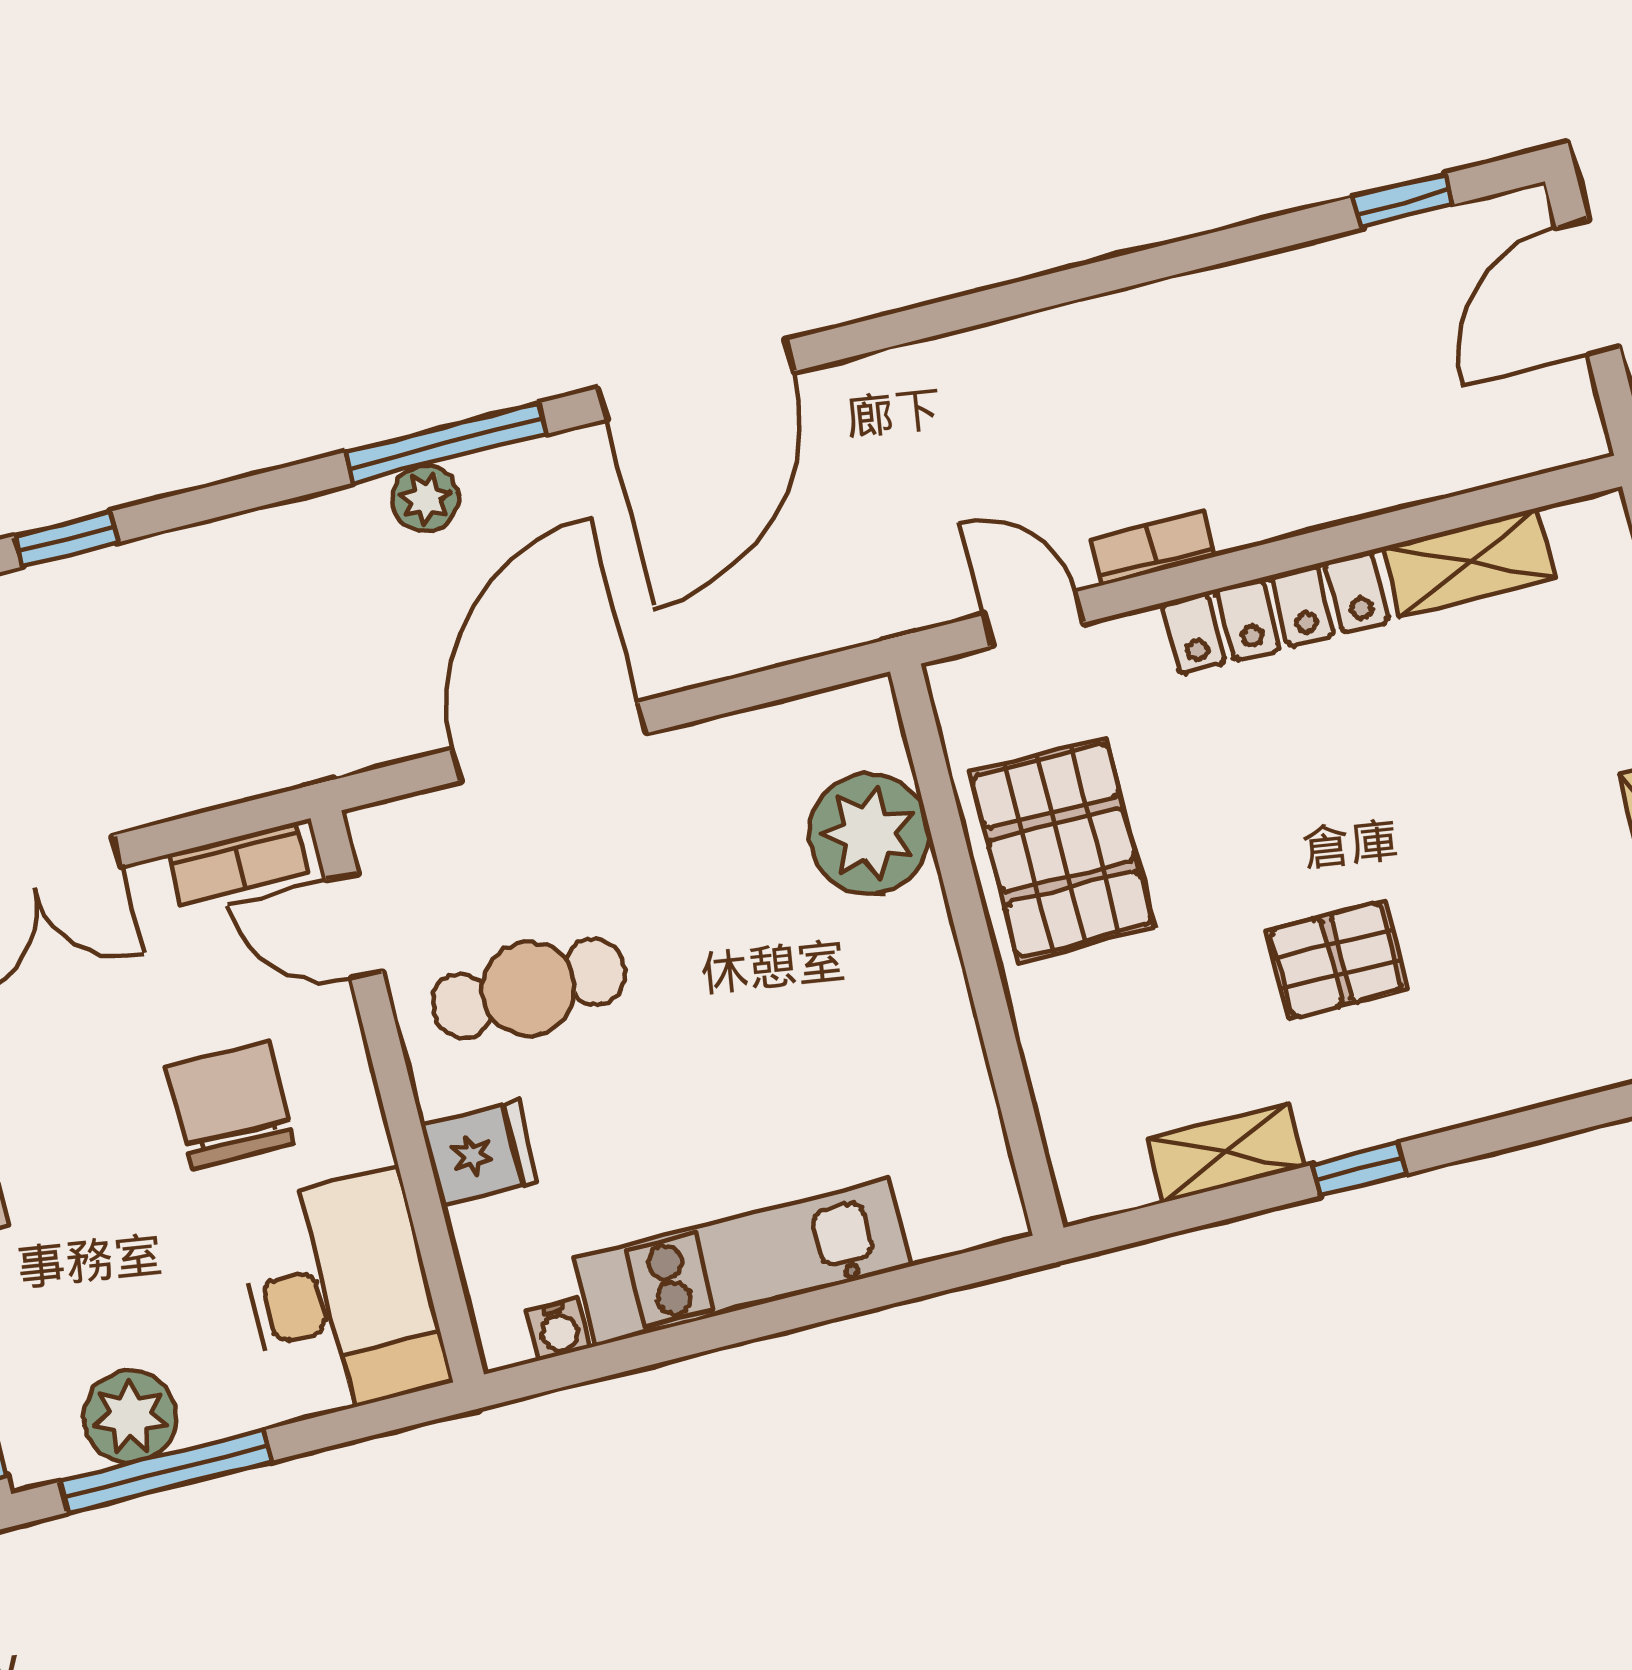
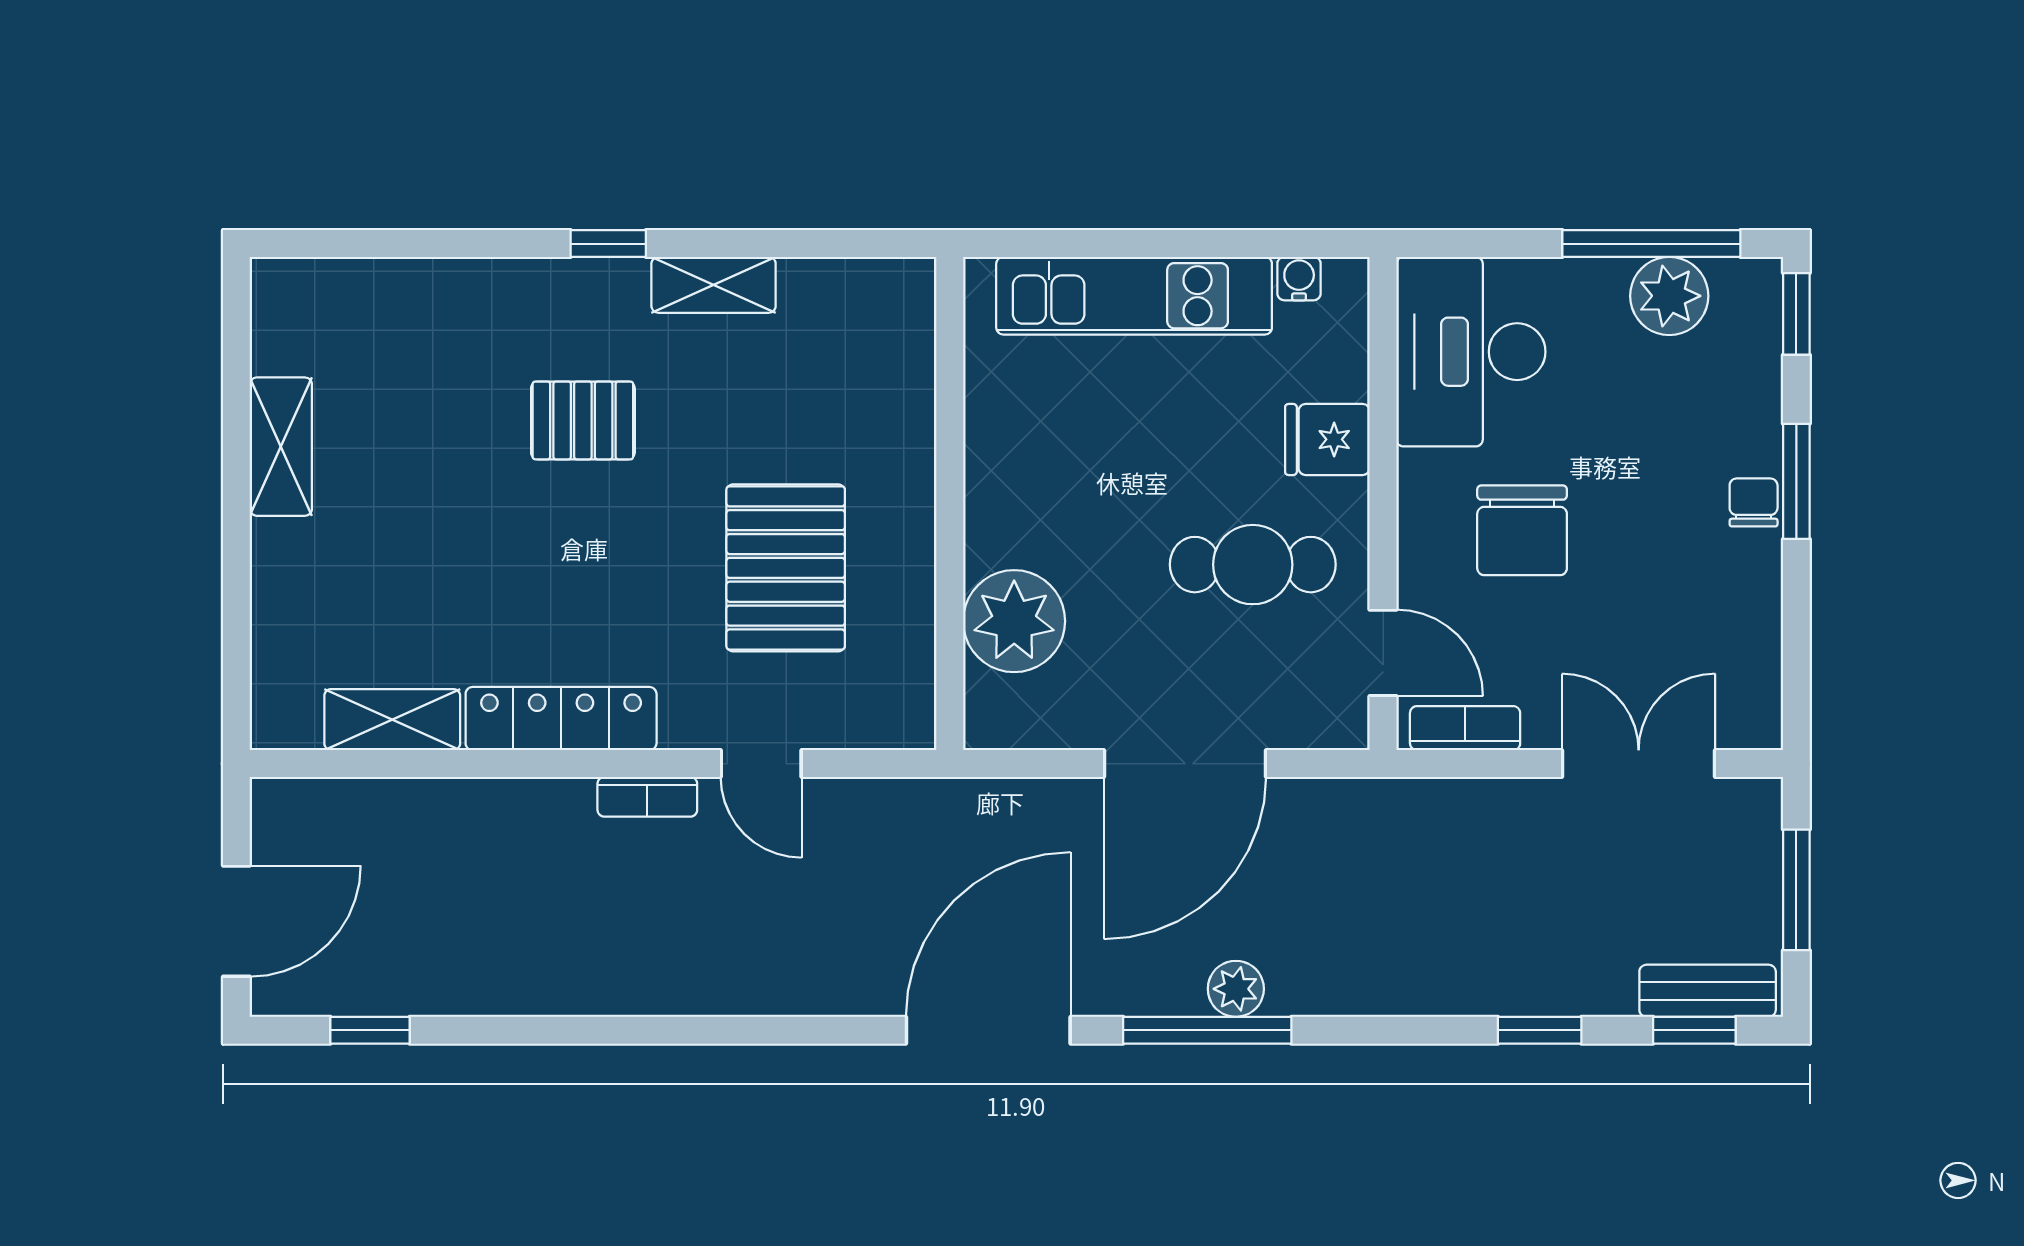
plant: (869, 834) -> (1014, 621), moved
wall: (977, 950) -> (950, 504), moved

